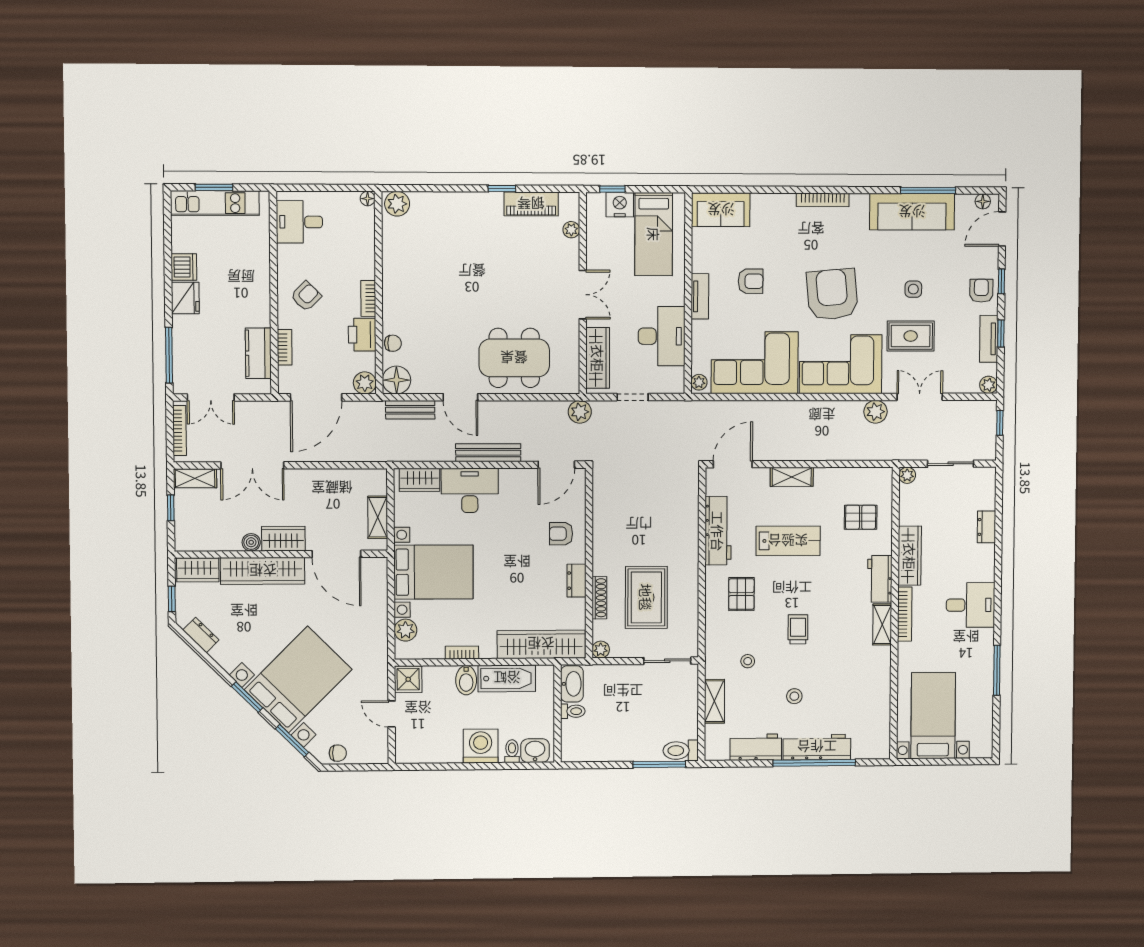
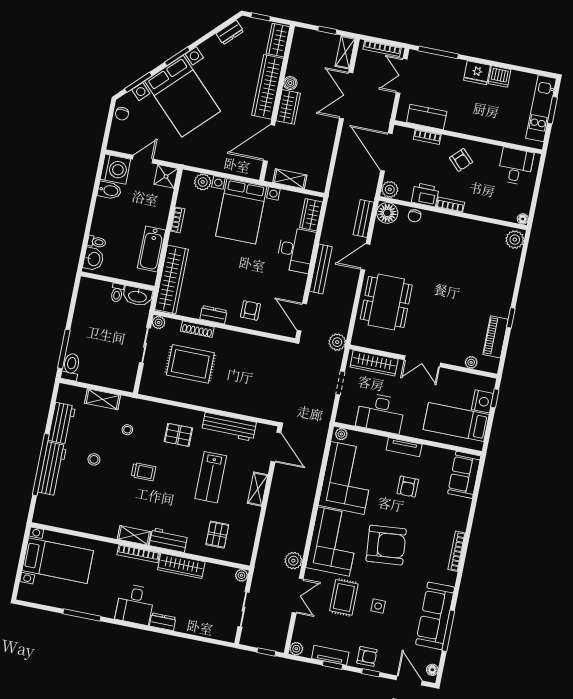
dresser: (987, 527) -> (163, 622), moved
sliding door: (667, 661) -> (145, 345), moved
bidet: (466, 680) -> (109, 190), moved, turned 180
washing machine: (481, 746) -> (115, 169), moved

